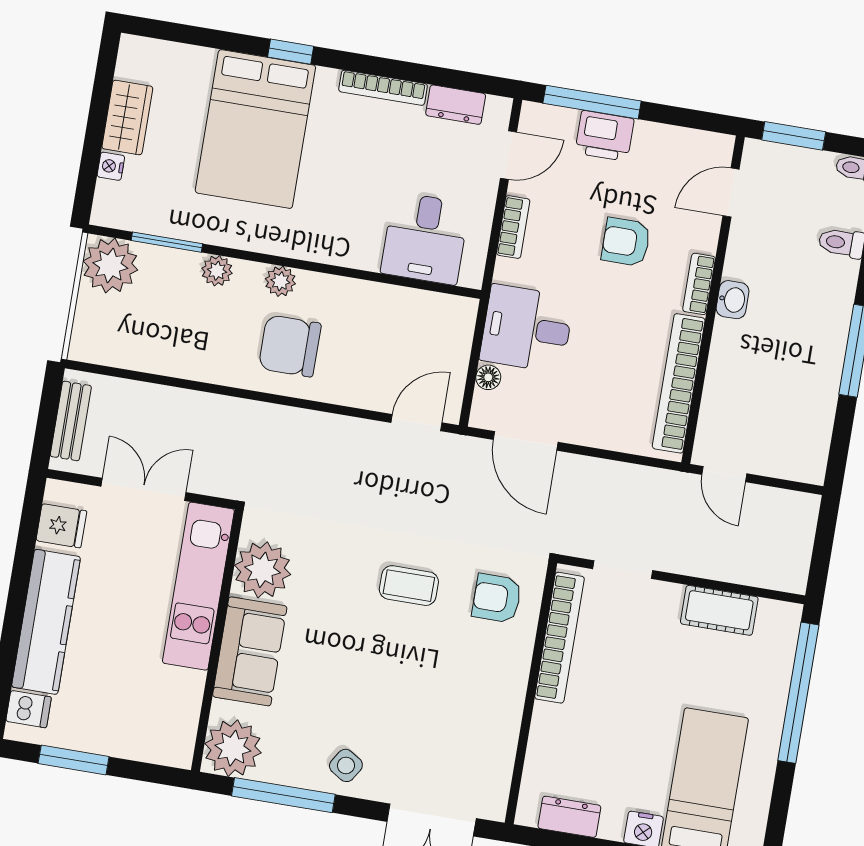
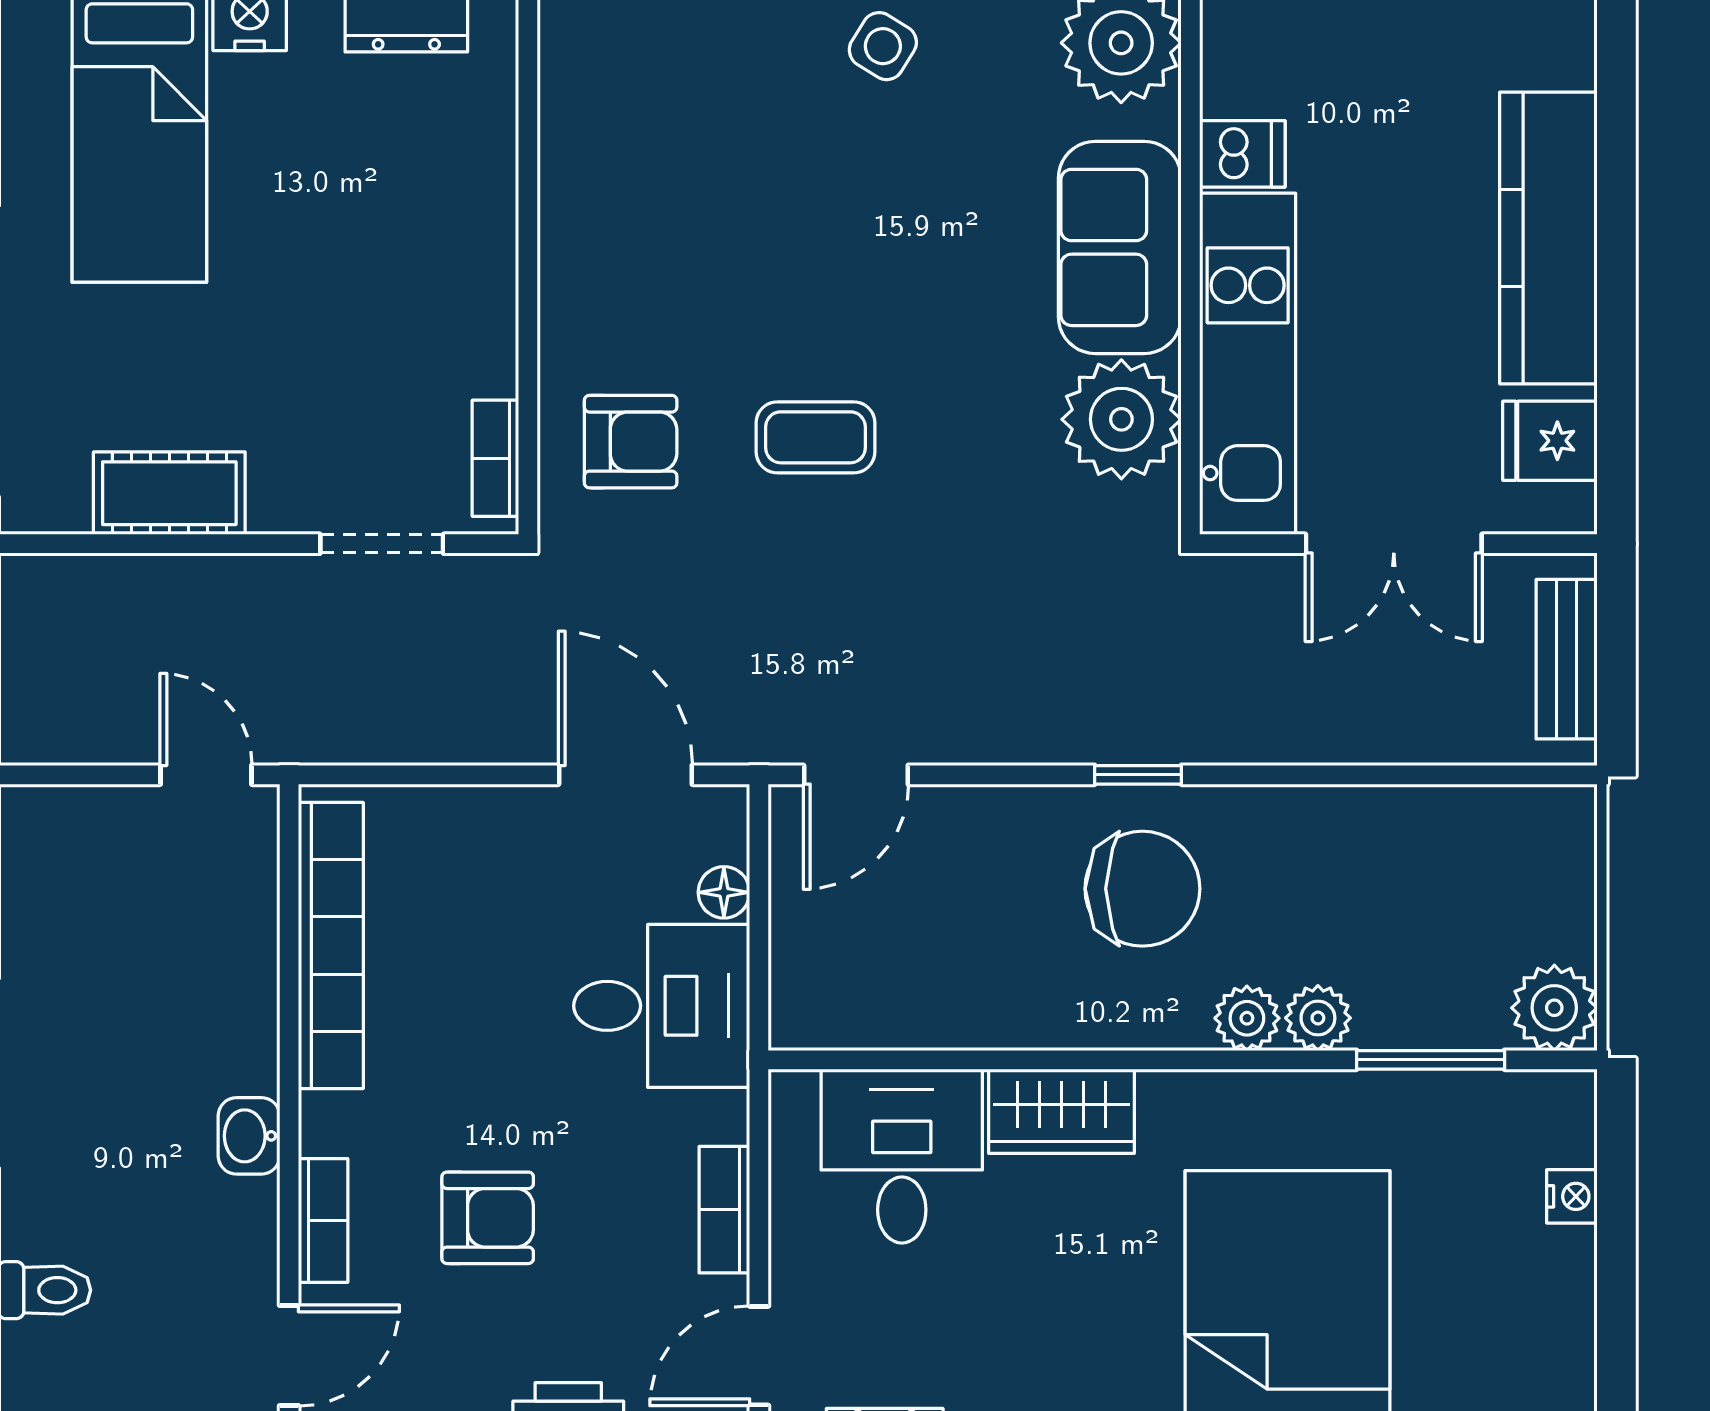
wardrobe: (127, 118) -> (1061, 1111), moved, turned -90
plant: (110, 265) -> (1554, 1008), width x0.73, depth x0.73
plant: (280, 281) -> (1247, 1018), moved
bookcase: (699, 284) -> (323, 1220), moved
window: (283, 400) -> (1138, 775), added
bookcase: (559, 638) -> (495, 458), width x0.43, depth x0.76
dishwasher: (29, 709) -> (1242, 154), moved, turned 180

